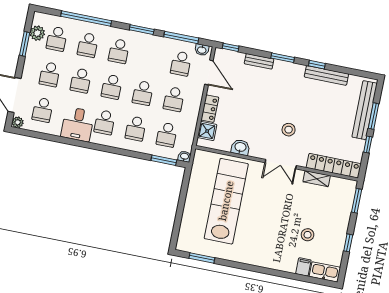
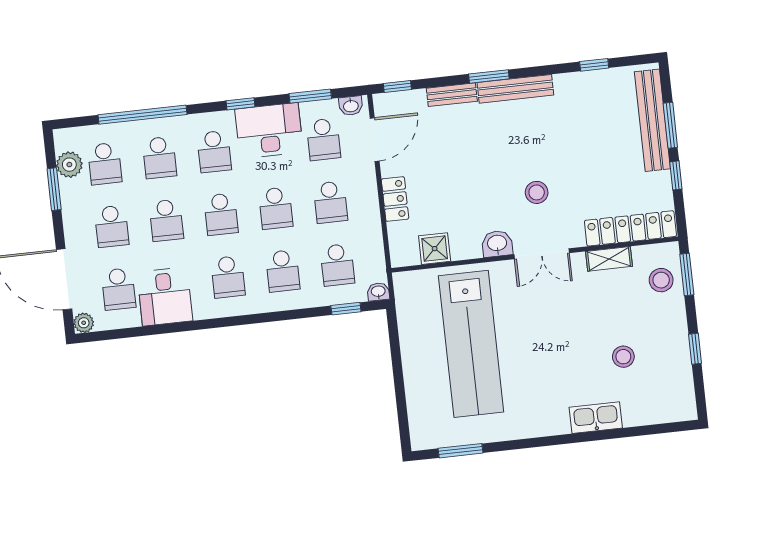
window: (142, 30) -> (241, 104), width x0.67
window: (181, 37) -> (310, 96), width x0.69
desk: (153, 49) -> (269, 131), added
window: (317, 65) -> (594, 65), moved
door: (209, 72) -> (375, 140), hinge flipped
bench: (326, 75) -> (515, 89), moved
desk: (78, 124) -> (165, 297), moved
shower: (207, 131) -> (435, 249), moved
washbasin: (240, 147) -> (497, 244), moved
window: (164, 160) -> (346, 309), width x0.67
stool: (342, 199) -> (661, 280), added
lab bench: (226, 201) -> (471, 344), turned 180
filing cabinet: (303, 267) -> (633, 412), removed
kitchen sink: (325, 272) -> (596, 418), moved

